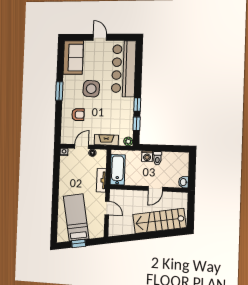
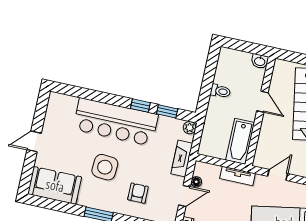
bar counter: (124, 69) -> (116, 122), moved
door: (82, 147) -> (184, 196), swing flipped
washing machine: (147, 156) -> (215, 105), removed
bathtub: (118, 170) -> (240, 141), moved, turned -90

